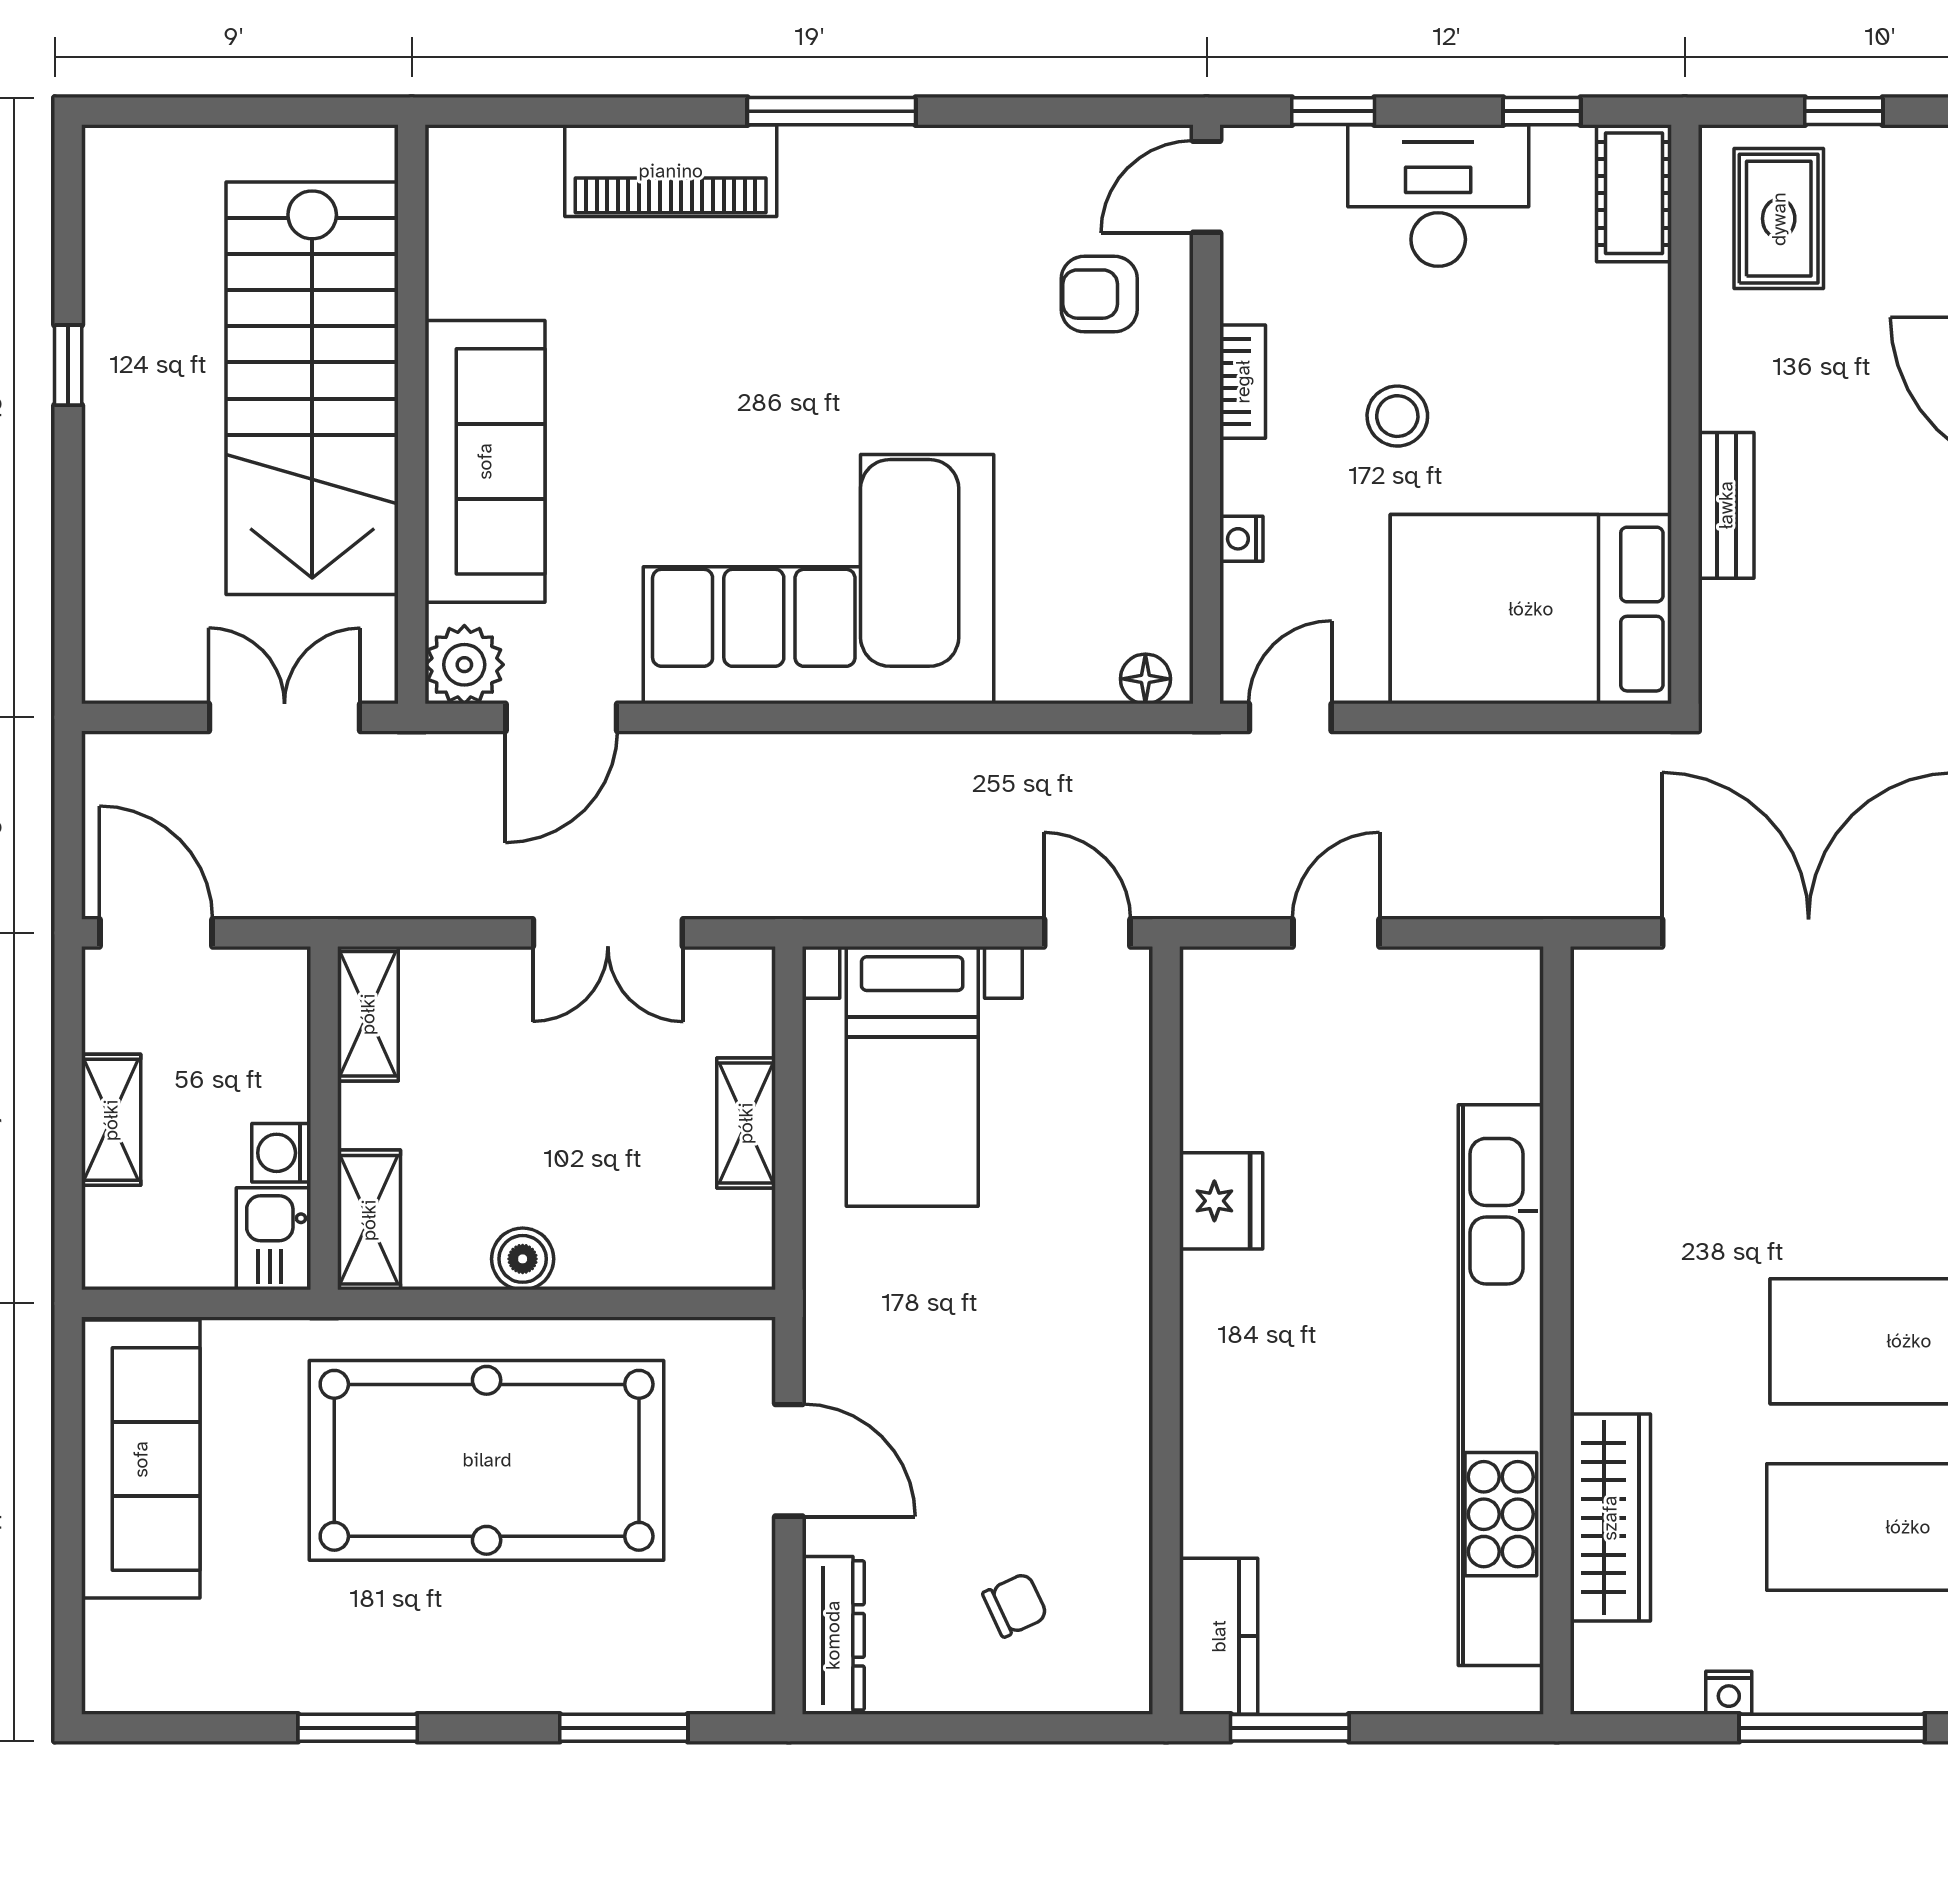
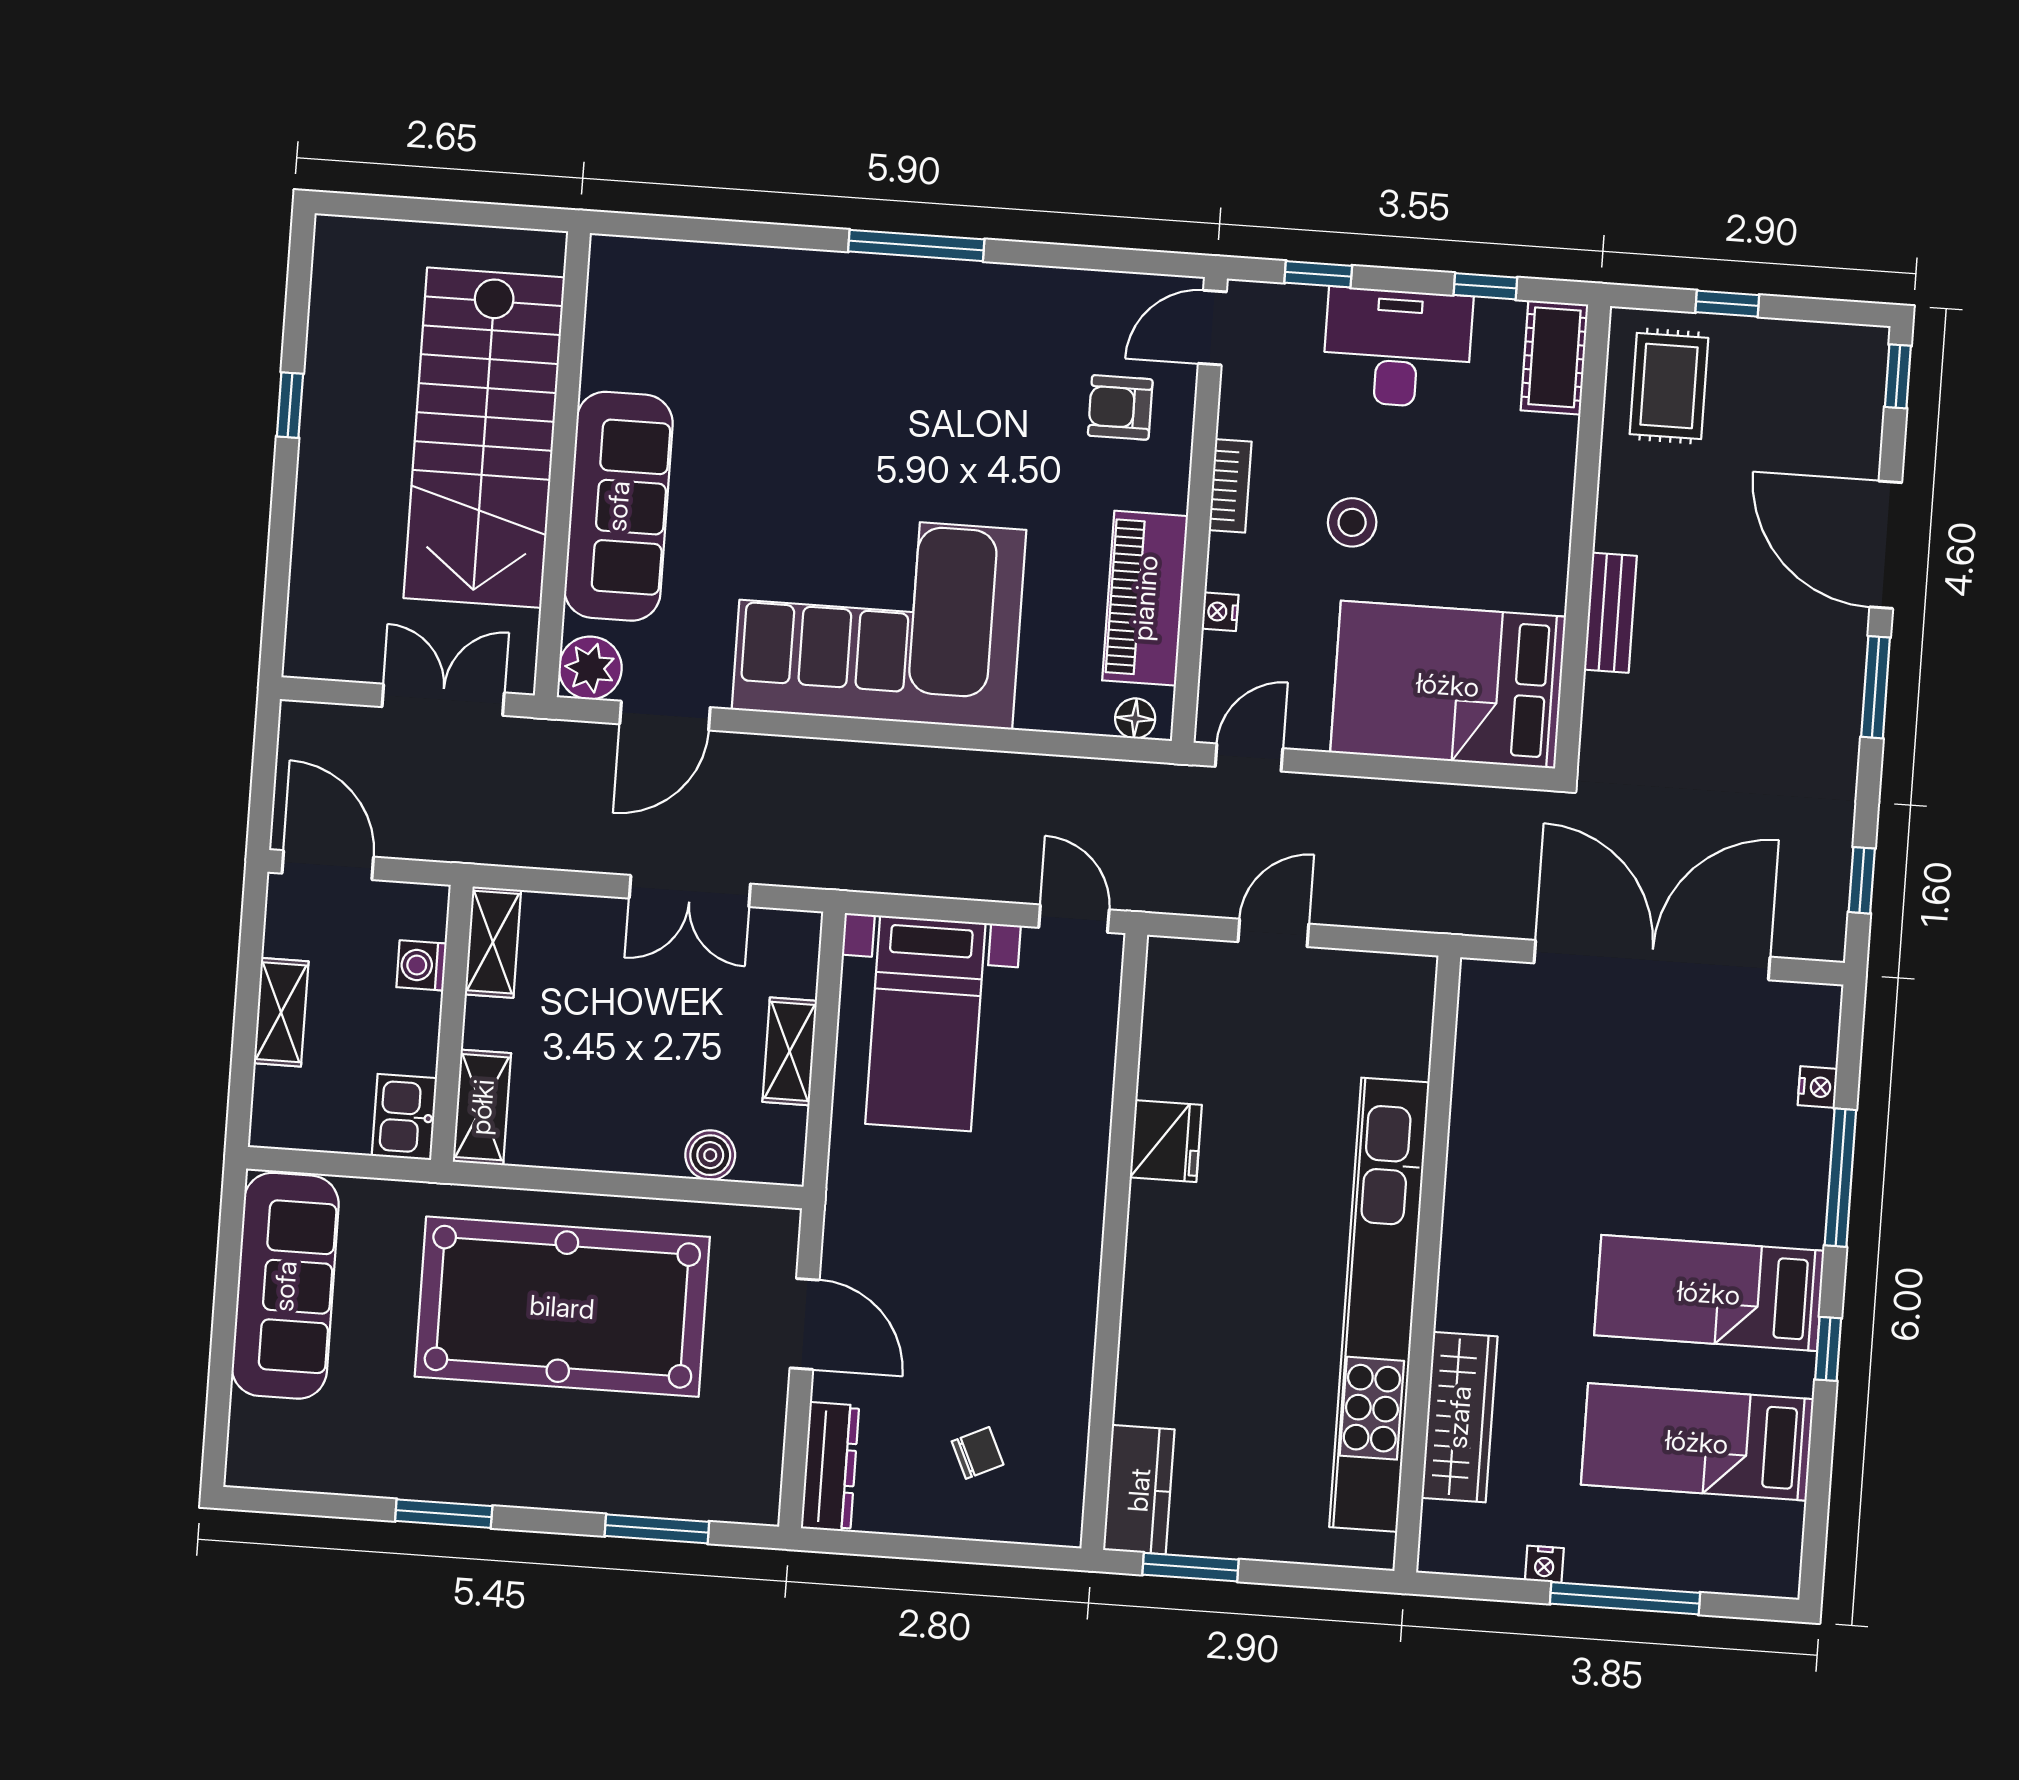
piano: (671, 171) -> (1145, 598), moved, turned 90
washing machine: (281, 1153) -> (421, 965), moved
boiler: (523, 1259) -> (710, 1155), moved

